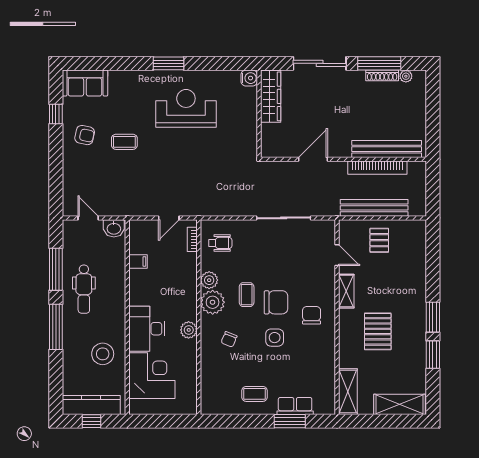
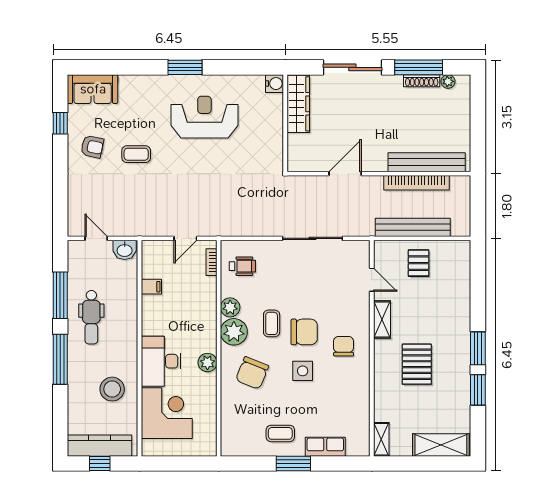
chair: (229, 339) -> (252, 373), width x1.87, depth x1.87
shelving: (348, 392) -> (381, 439), width x0.67, depth x0.75
window: (290, 421) -> (293, 463), moved

